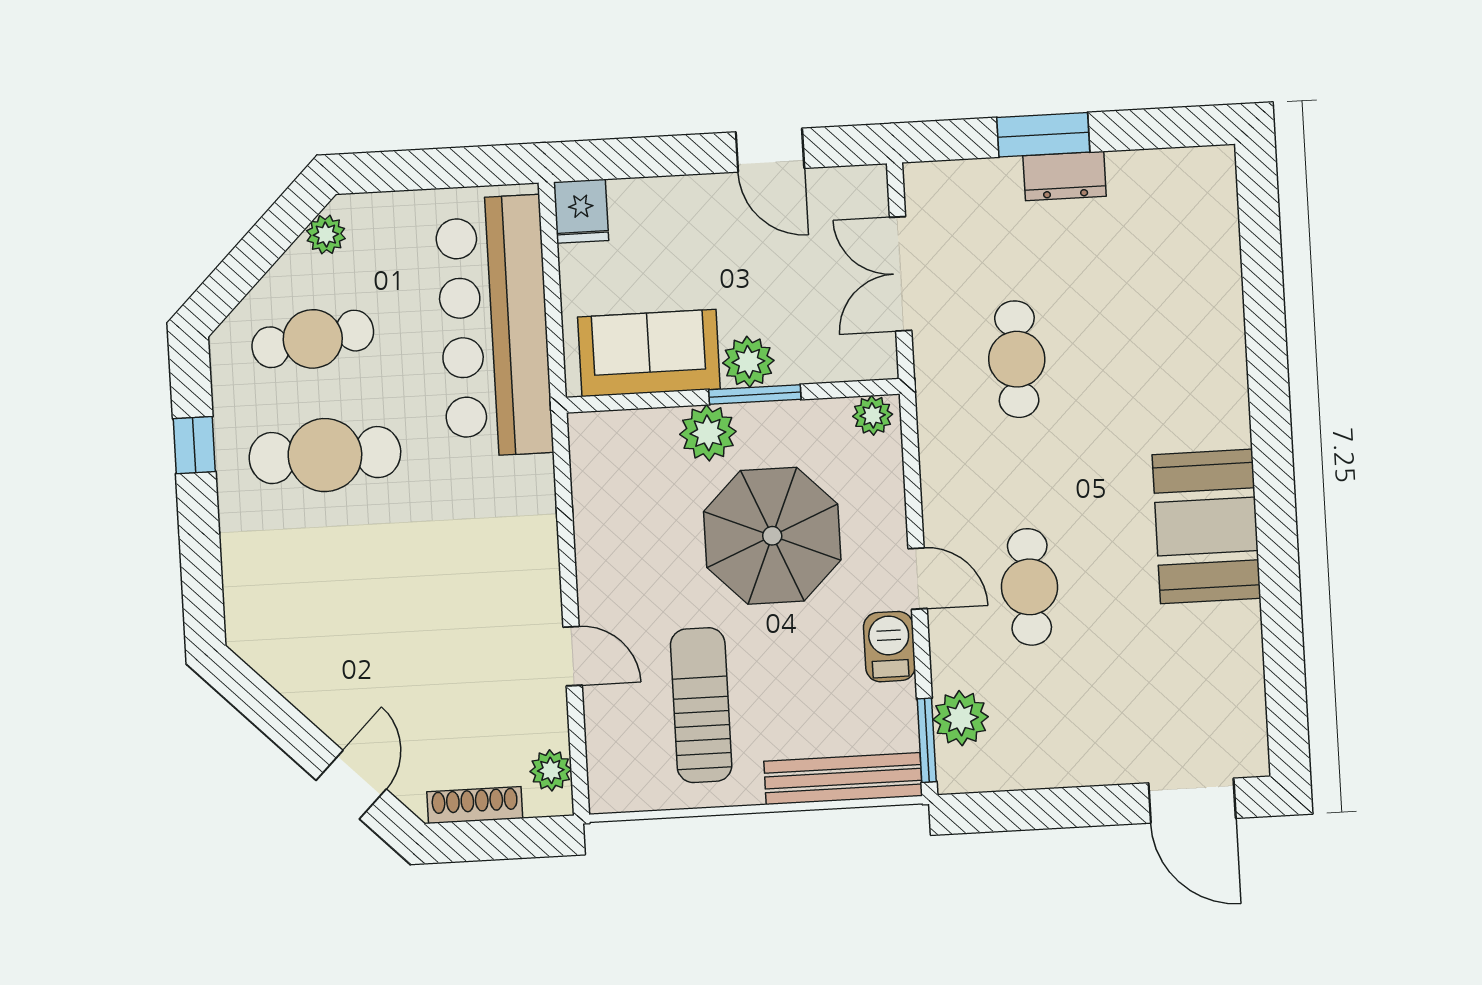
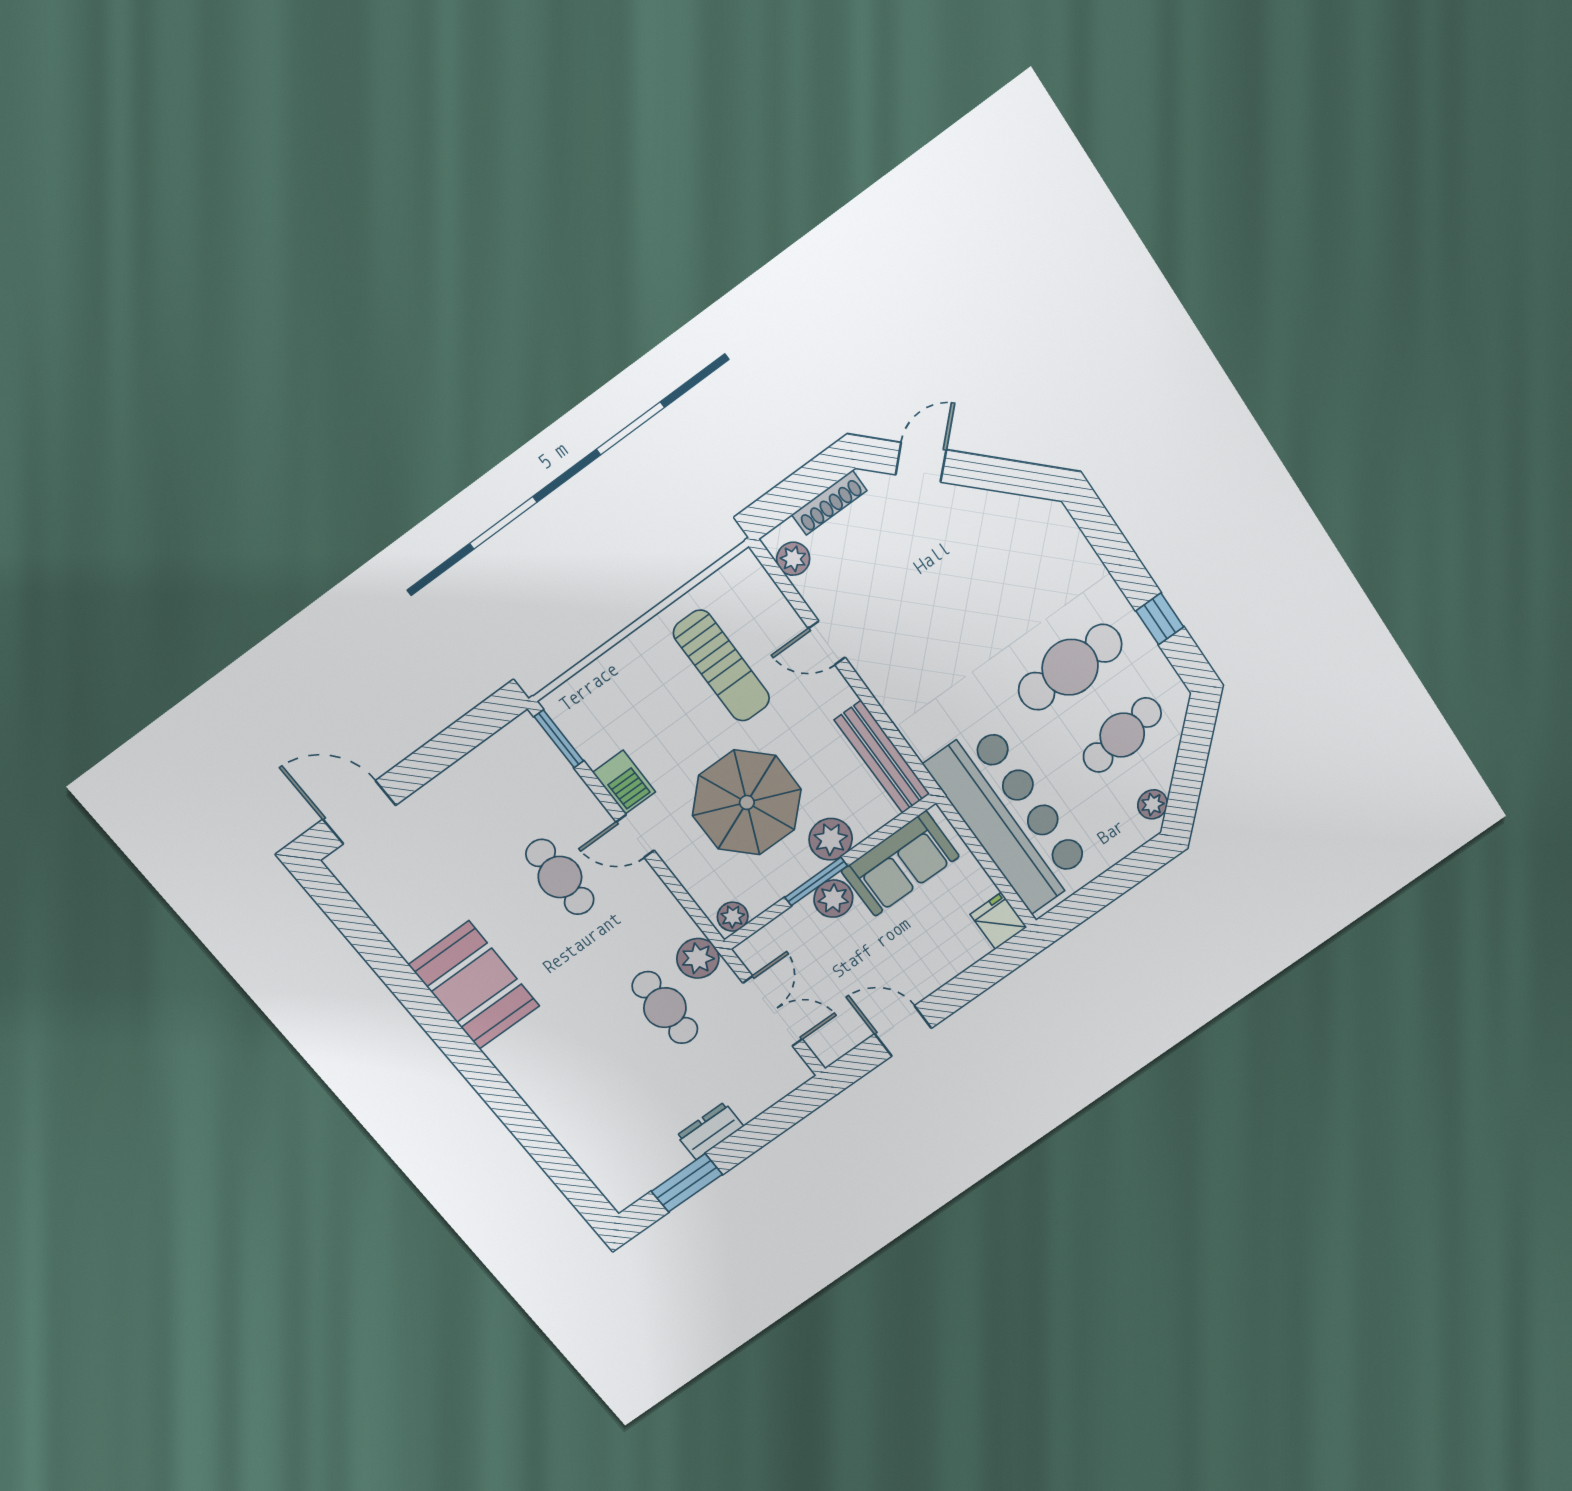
window: (1043, 135) -> (687, 1183), moved
plant: (961, 718) -> (698, 958), moved
bench: (843, 779) -> (882, 757), moved, turned 90
door: (351, 785) -> (921, 462), swing flipped

